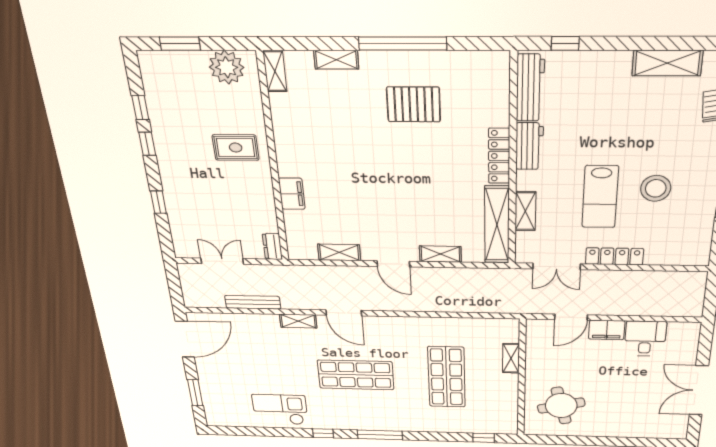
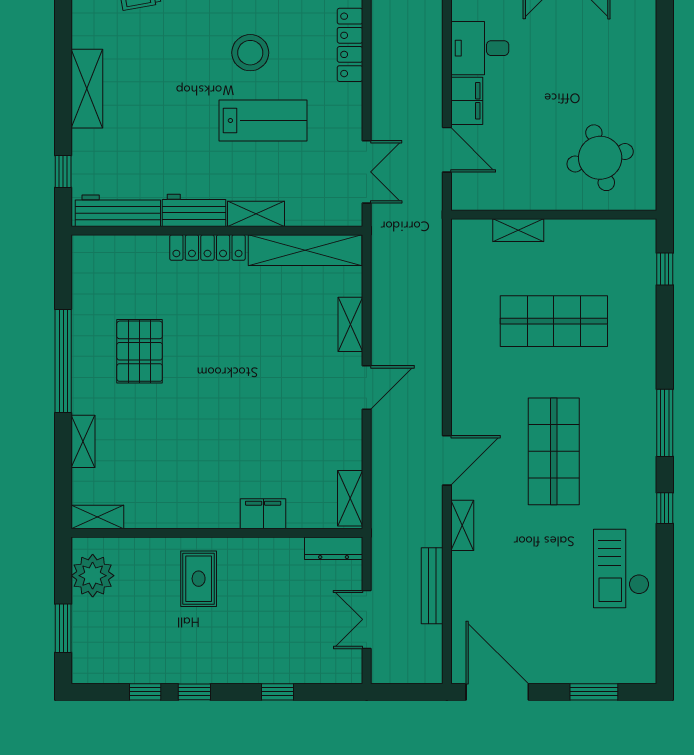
shelving: (667, 63) -> (87, 89), moved
shelving: (525, 211) -> (256, 214), moved
dresser: (272, 246) -> (334, 548), width x1.44
shelving: (339, 252) -> (350, 498), moved
locker: (614, 256) -> (350, 45), moved

